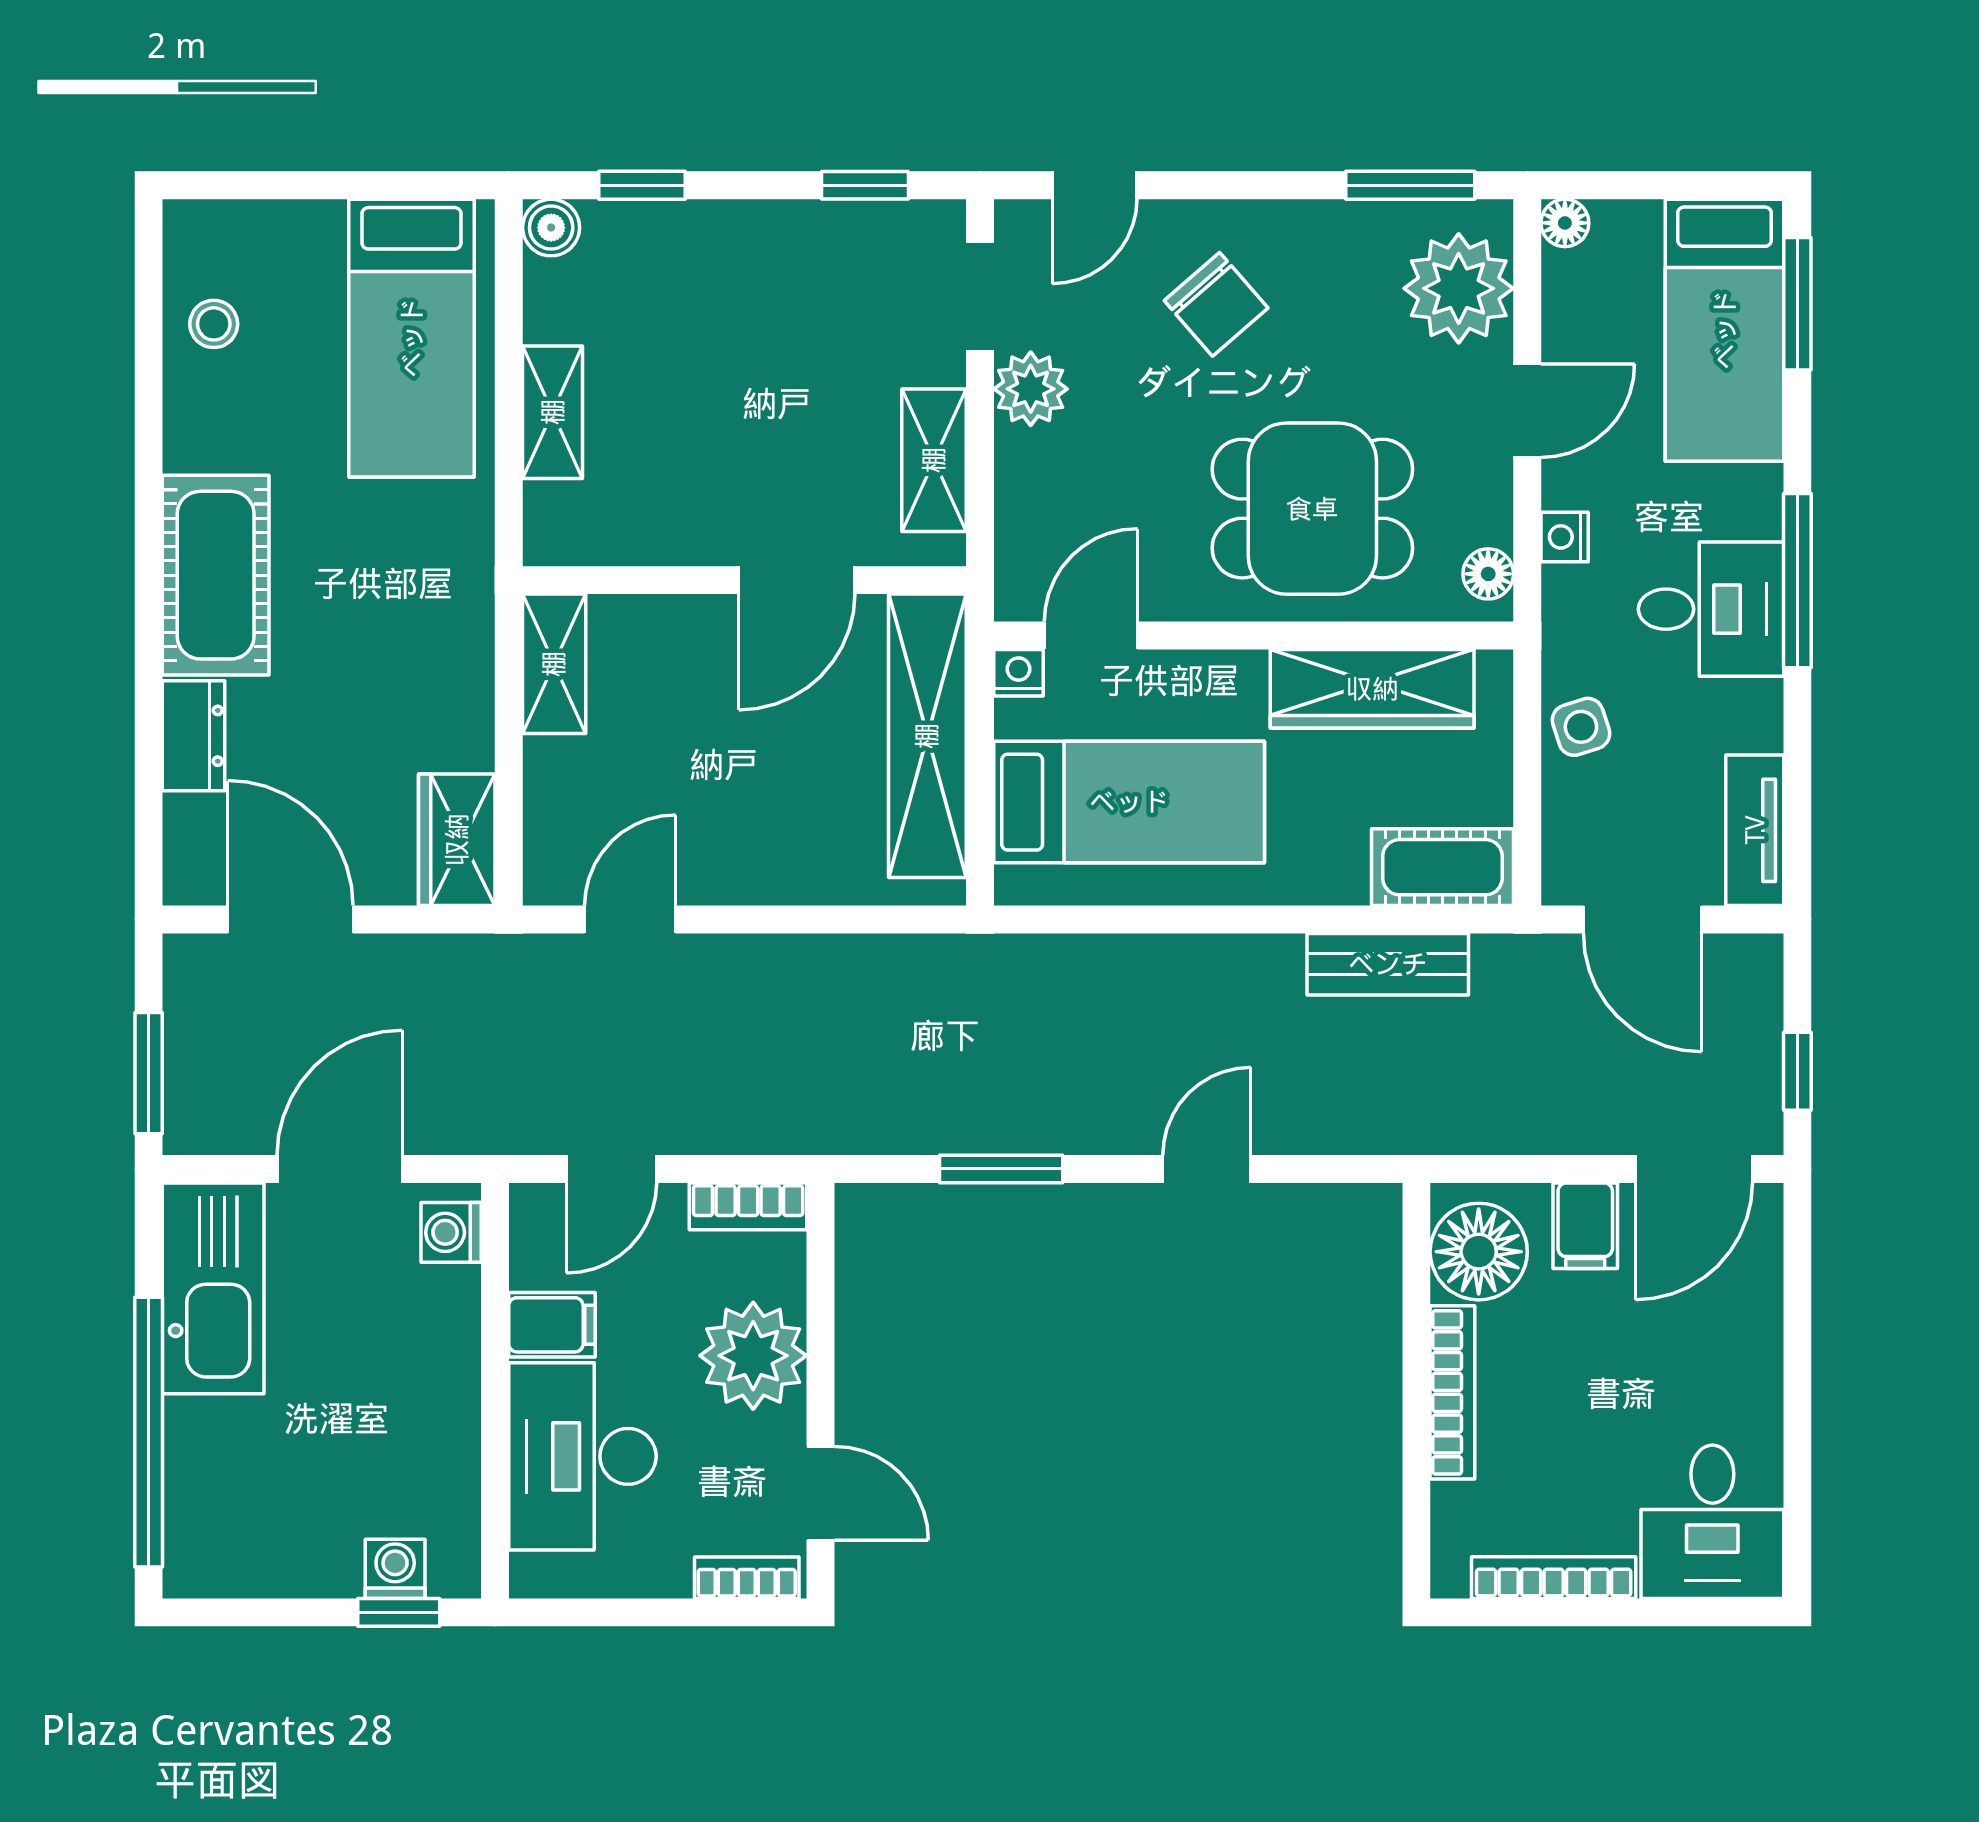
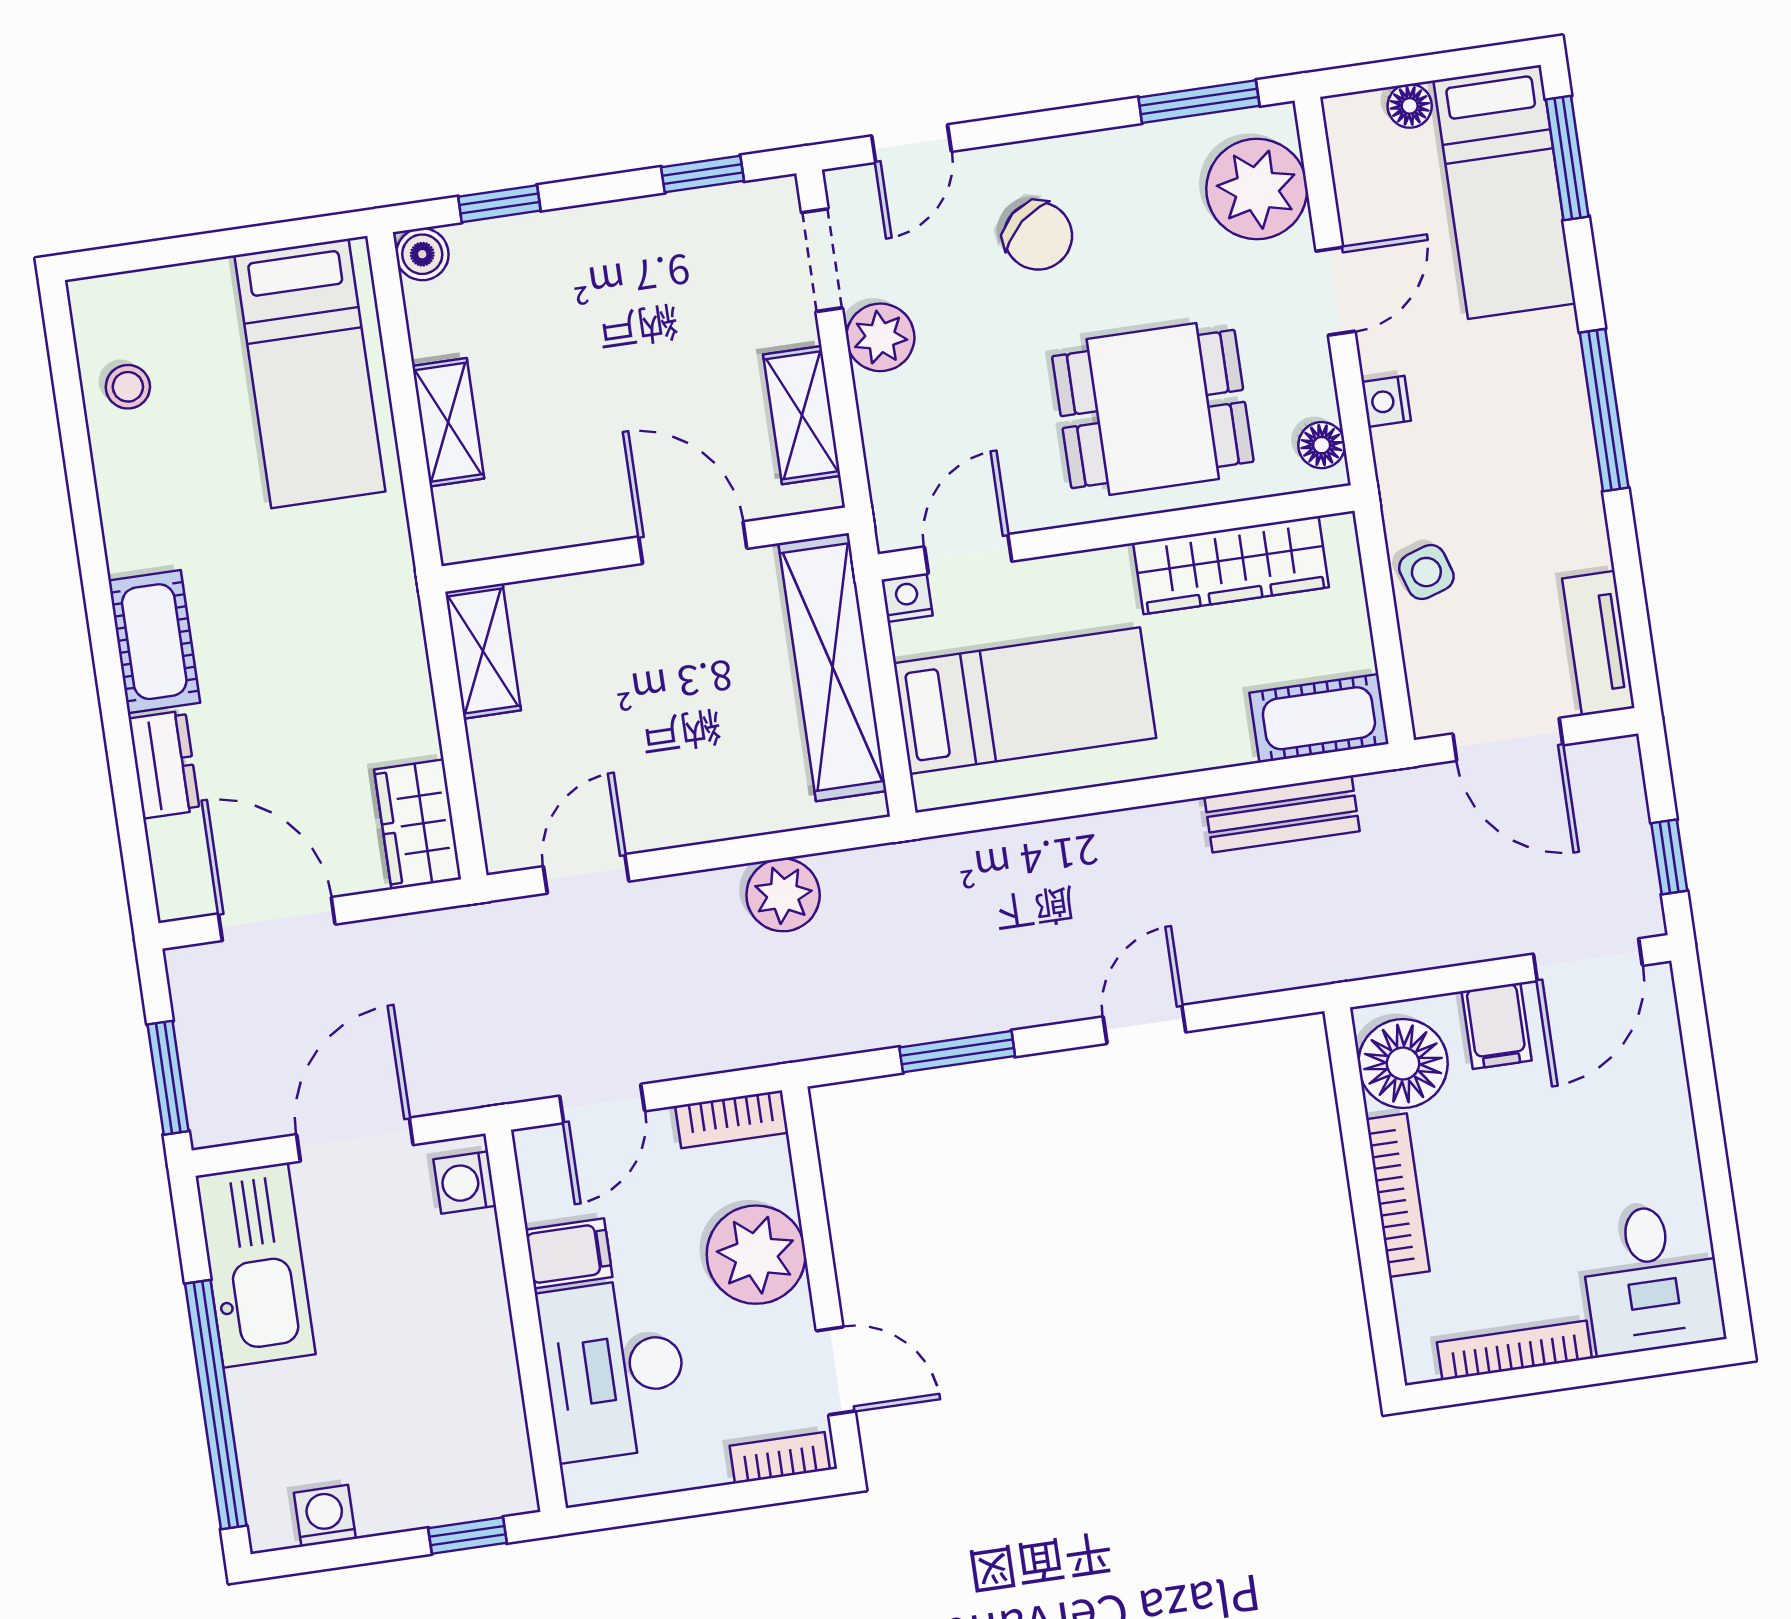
floor lamp: (1565, 223) -> (1410, 106), moved
cot: (216, 575) -> (154, 642), width x0.73, depth x0.75
door: (797, 580) -> (693, 543), swing flipped
desk: (1711, 609) -> (1529, 448), removed
plant: (839, 973) -> (783, 895), added
washing machine: (395, 1569) -> (325, 1516), moved

